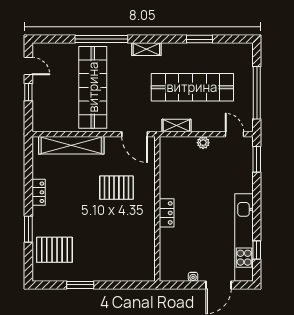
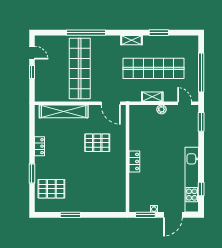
shelving: (146, 49) -> (132, 40), moved
shelving: (176, 126) -> (152, 97), moved
window: (181, 285) -> (145, 215), added

